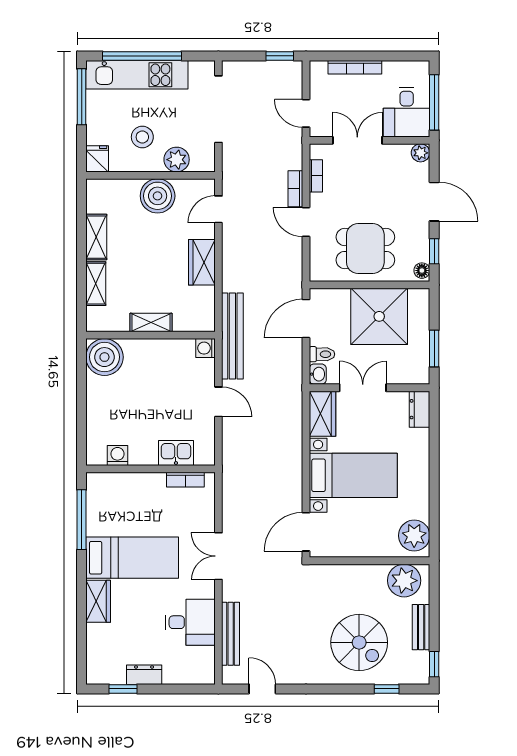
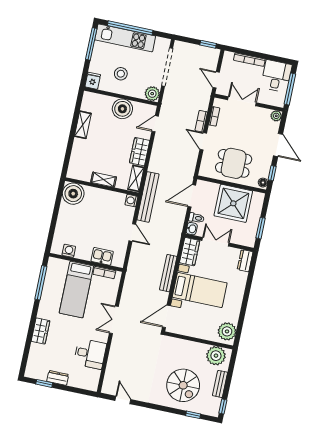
desk: (407, 112) -> (276, 76), moved, turned 180
plant: (177, 160) -> (152, 94), moved
shelving: (96, 284) -> (136, 178), moved
bed: (132, 558) -> (76, 289), moved, turned 90
bench: (231, 634) -> (168, 273), moved

